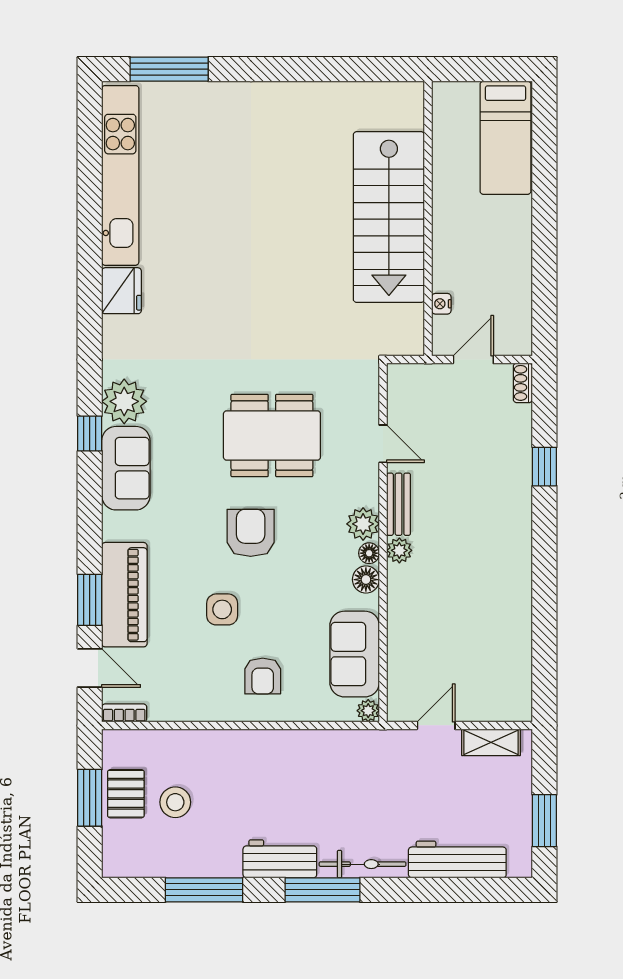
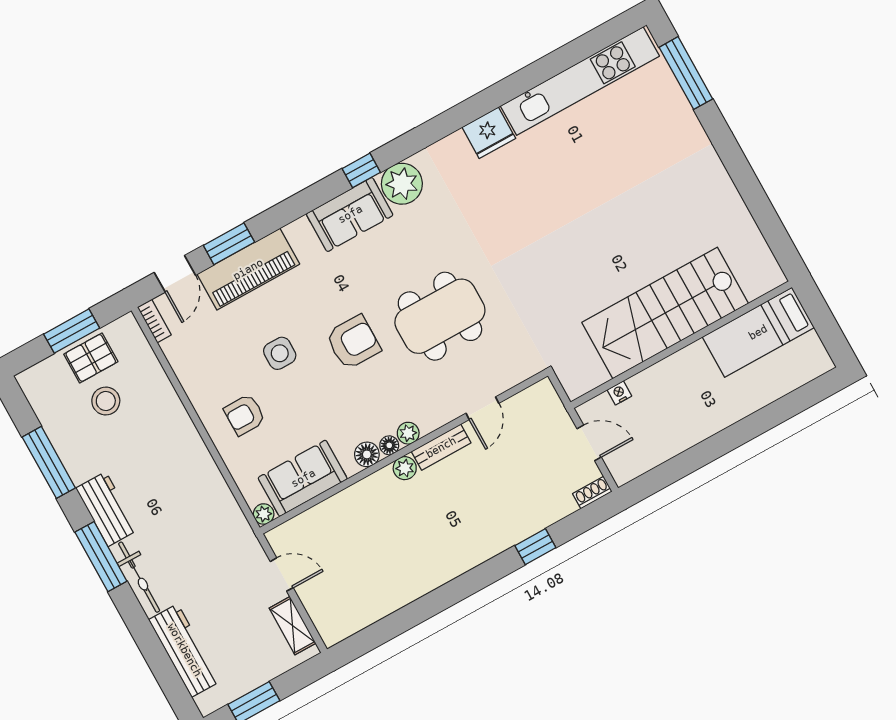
bed: (505, 138) -> (758, 332), moved
dining table: (272, 435) -> (440, 316), turned 90
plant: (363, 524) -> (408, 433), width x0.73, depth x0.73

